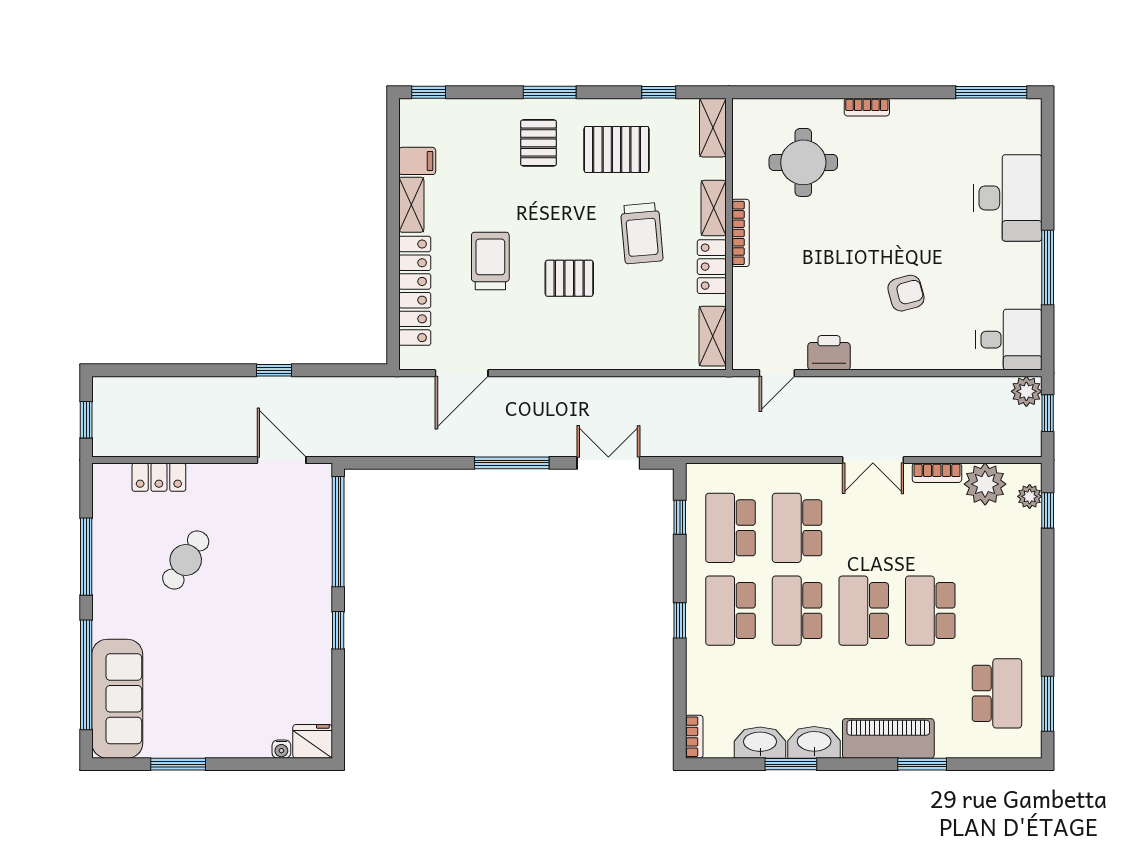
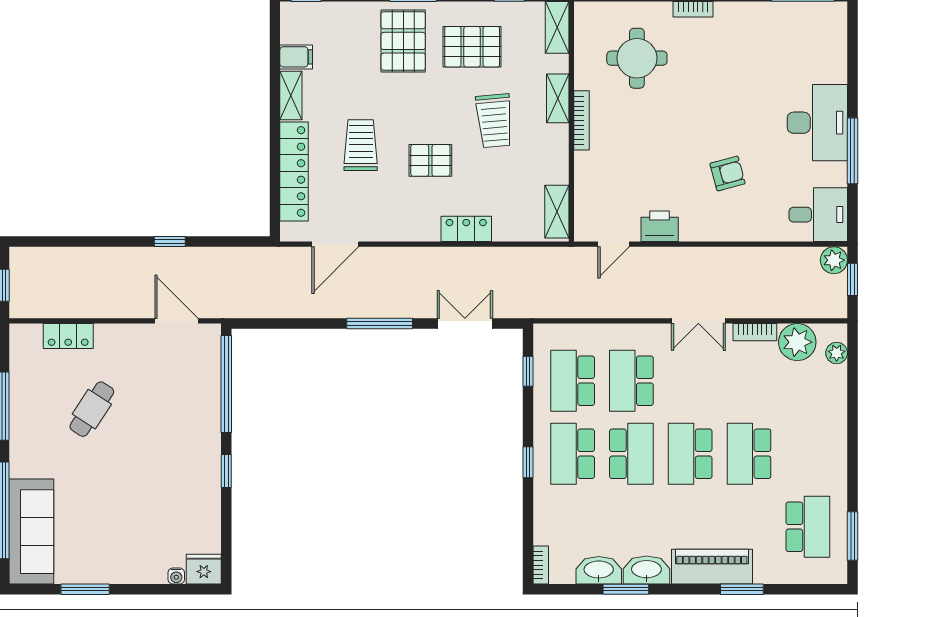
pallet: (539, 143) -> (403, 41), width x1.50, depth x1.42
desk: (1008, 198) -> (817, 123), moved
locker: (712, 267) -> (466, 229), moved, turned 90
window: (1048, 510) -> (853, 365), removed
school desk: (797, 611) -> (631, 454), turned 180

